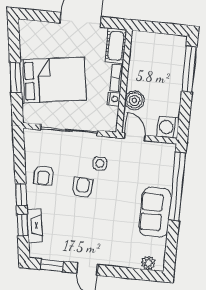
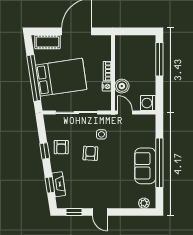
cot: (116, 46) -> (47, 42), moved, turned 90
window: (16, 77) -> (34, 78), width x2.11
window: (177, 187) -> (159, 163), moved
window: (21, 195) -> (45, 151), moved

